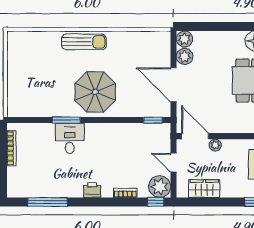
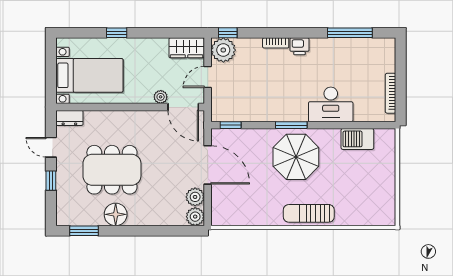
barbecue: (41, 108) -> (357, 139), added
window: (66, 120) -> (291, 125), moved
desk: (70, 138) -> (331, 104), width x1.37
door: (173, 163) -> (208, 77), swing flipped
wardrobe: (204, 189) -> (187, 48), moved
bookcase: (125, 193) -> (276, 43), moved

